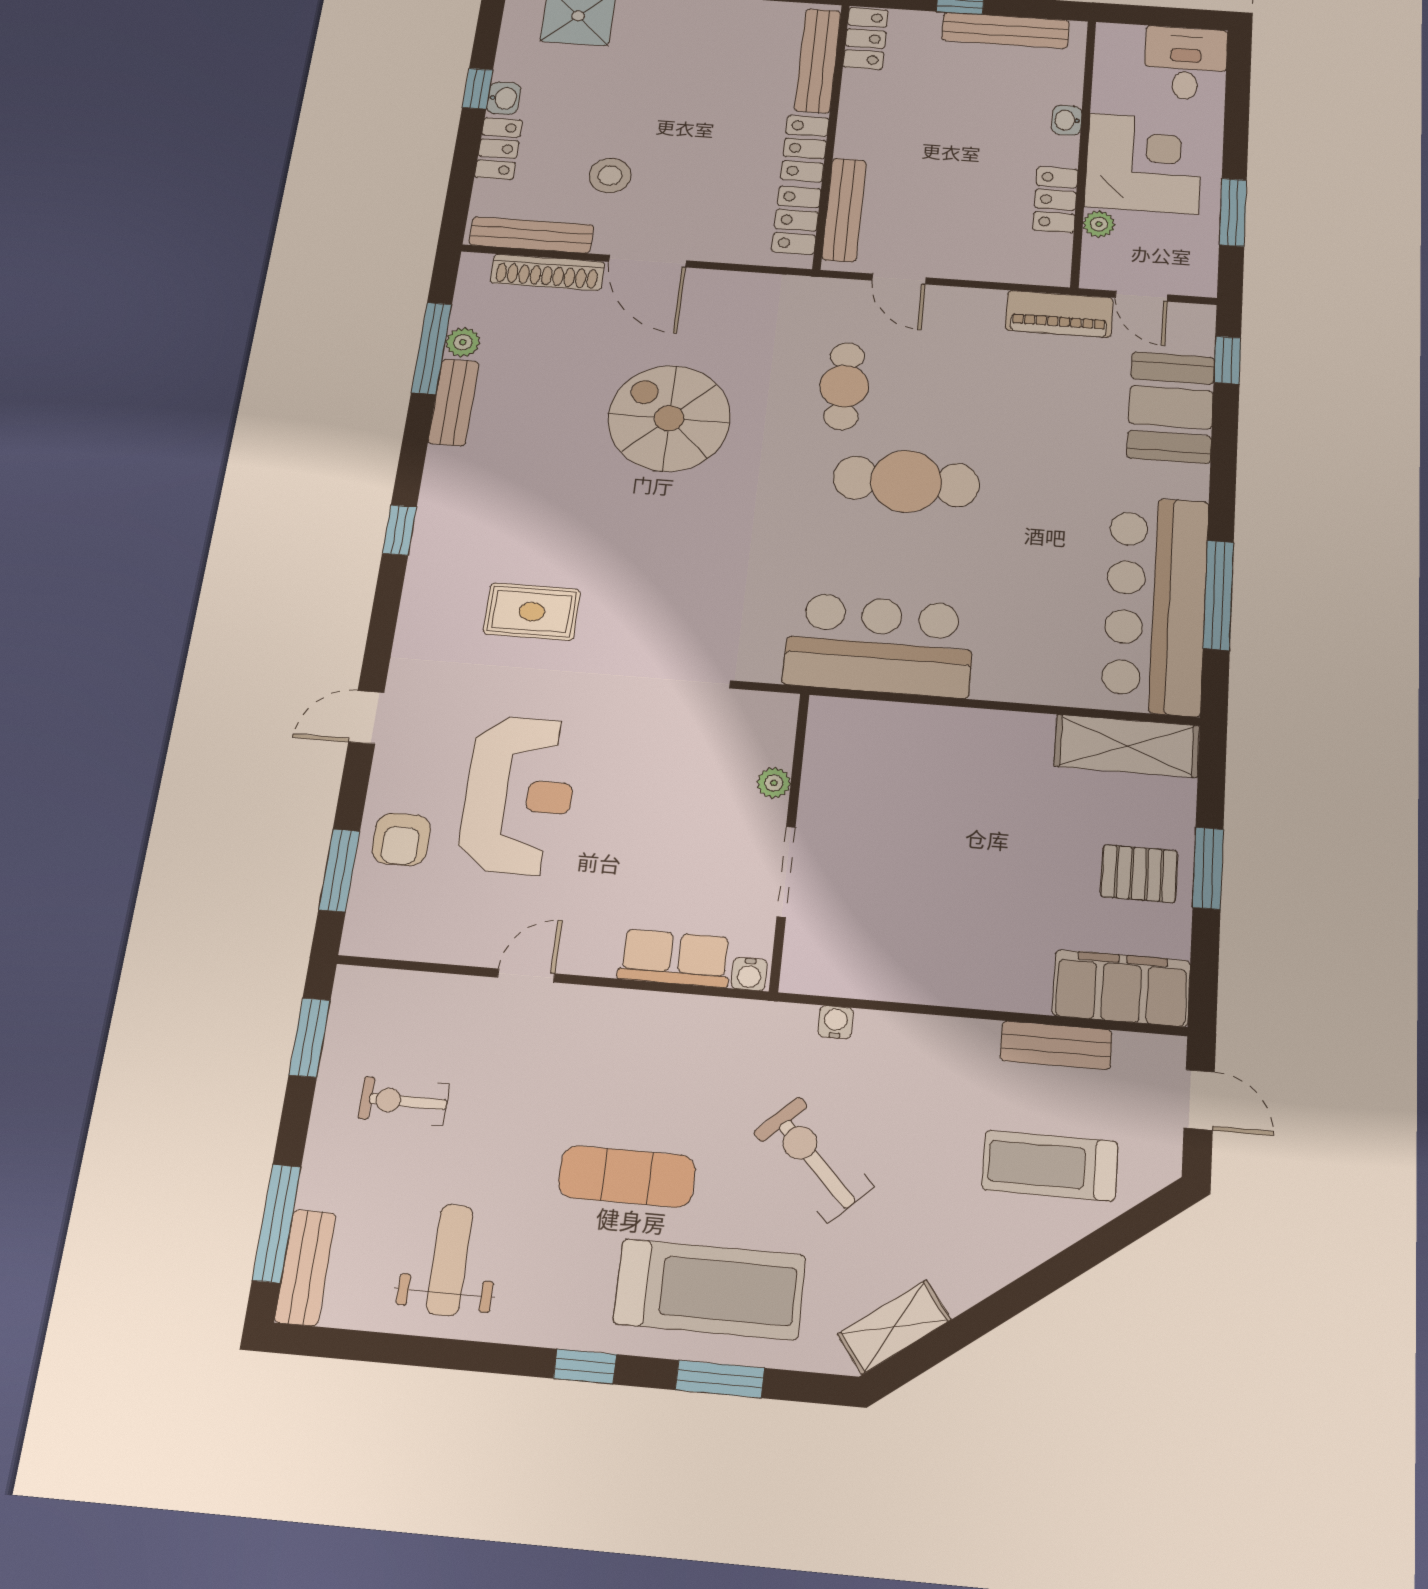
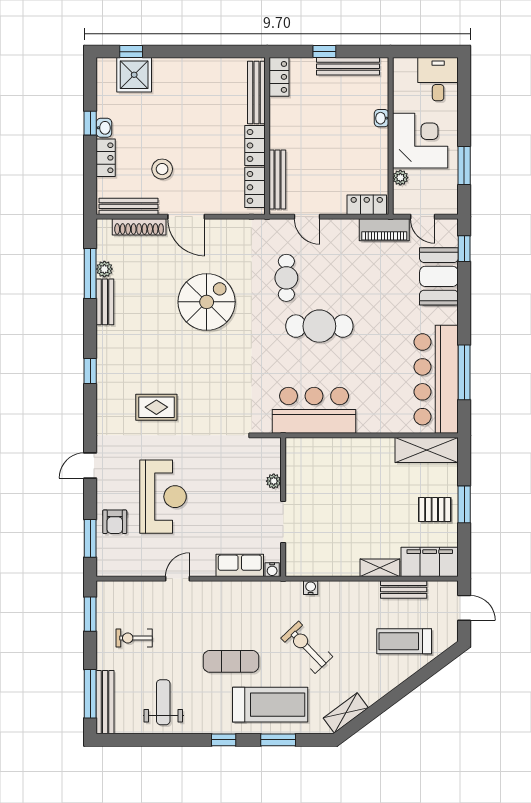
locker: (1055, 200) -> (367, 205), moved, turned 90
spiral stairs: (669, 418) -> (207, 302), turned 90
shelving: (1003, 991) -> (380, 568), added
bench: (305, 1268) -> (105, 702), width x1.36

